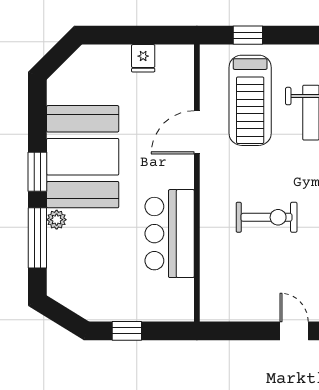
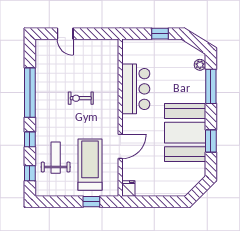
fridge: (143, 58) -> (128, 188), moved
window: (37, 172) -> (211, 141), moved
exercise bike: (267, 217) -> (81, 98), width x0.73, depth x0.72
plant: (57, 220) -> (200, 65), moved

